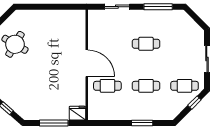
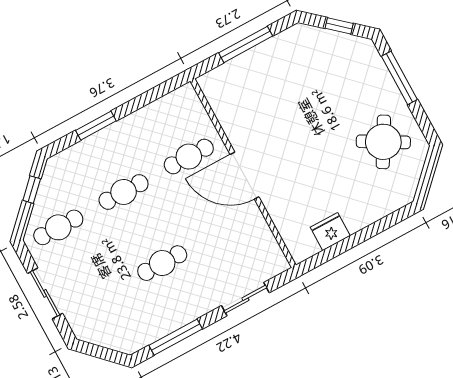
window: (194, 103) -> (32, 190), moved
fridge: (77, 113) -> (330, 232), moved, turned 180

